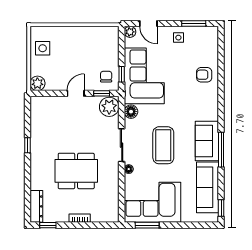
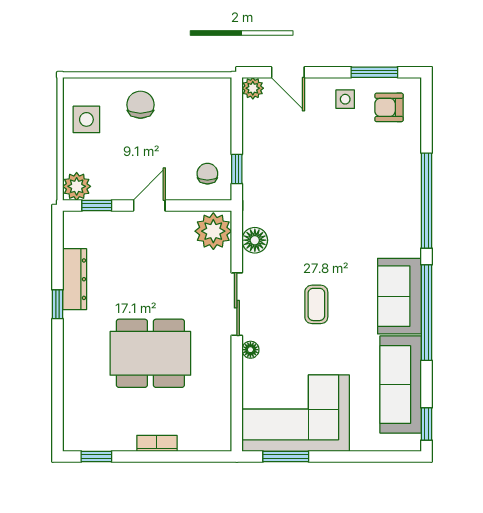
chair: (71, 40) -> (140, 105), added
armchair: (204, 75) -> (389, 107), moved
corner sofa: (144, 76) -> (280, 172), removed
window: (221, 91) -> (426, 201), added
window: (102, 93) -> (97, 205), moved
coffee table: (163, 145) -> (316, 304), width x0.54, depth x0.58
window: (221, 150) -> (426, 313), width x1.46
dresser: (36, 206) -> (75, 279), moved

